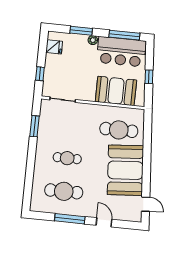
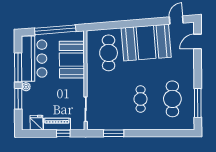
window: (124, 35) -> (18, 67), moved
piano: (50, 68) -> (57, 124), added
window: (149, 77) -> (55, 30), width x3.17
window: (70, 219) -> (198, 103), moved
door: (104, 222) -> (198, 42), moved

